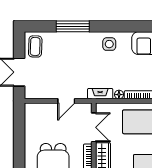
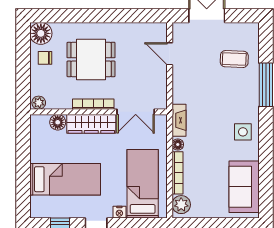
coffee table: (35, 46) -> (234, 59), moved
door: (66, 101) -> (170, 54), moved

